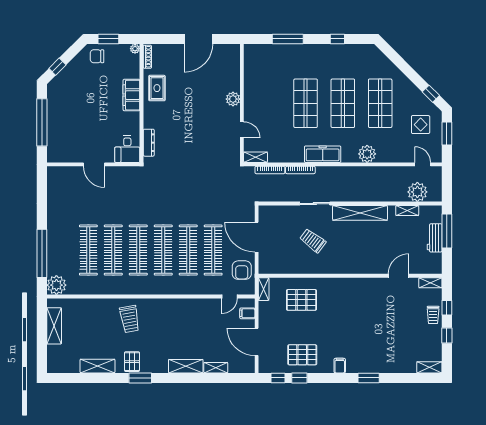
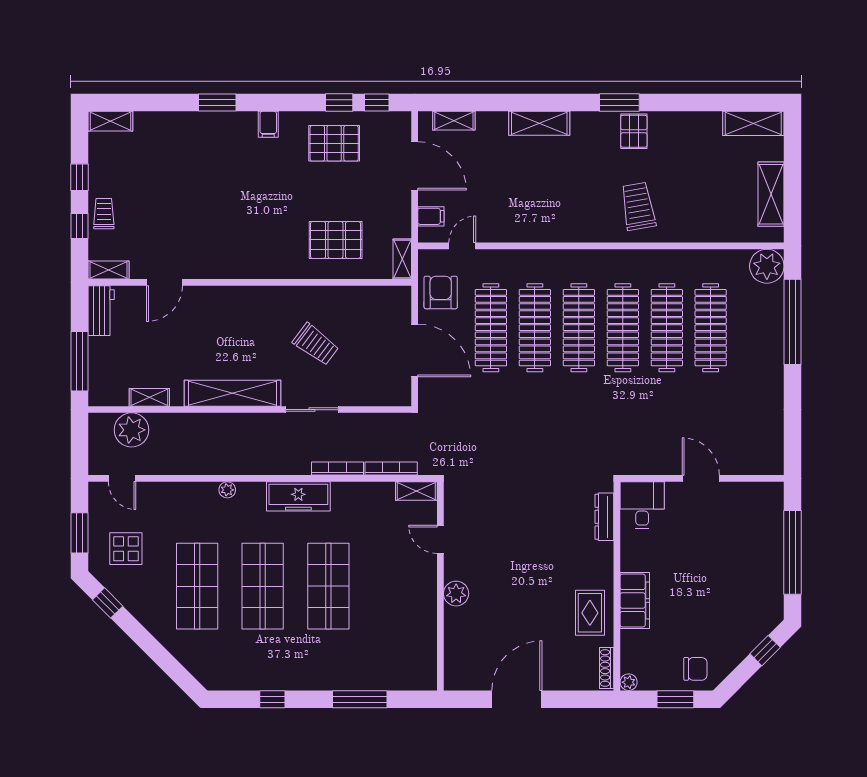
plant: (367, 154) -> (227, 490), width x0.53, depth x0.53
workbench: (435, 238) -> (101, 311), moved
shelving: (97, 366) -> (753, 123), moved
shelving: (216, 368) -> (454, 121), moved

